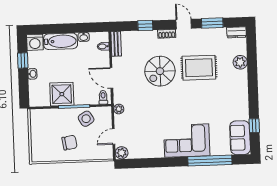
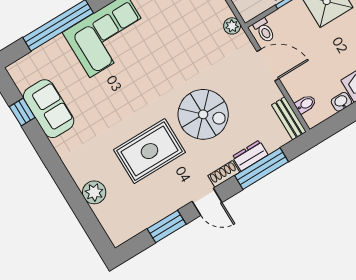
window: (145, 25) -> (262, 169), width x2.17
dresser: (236, 32) -> (250, 156), moved
spiral stairs: (160, 71) -> (203, 114), turned 90
sofa: (240, 138) -> (49, 109), moved

